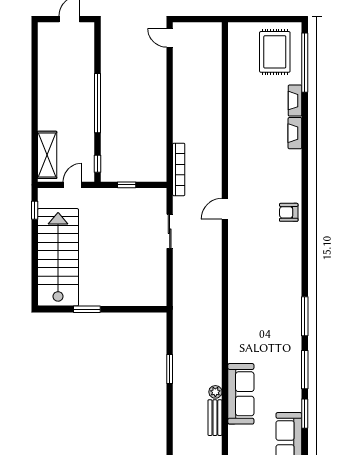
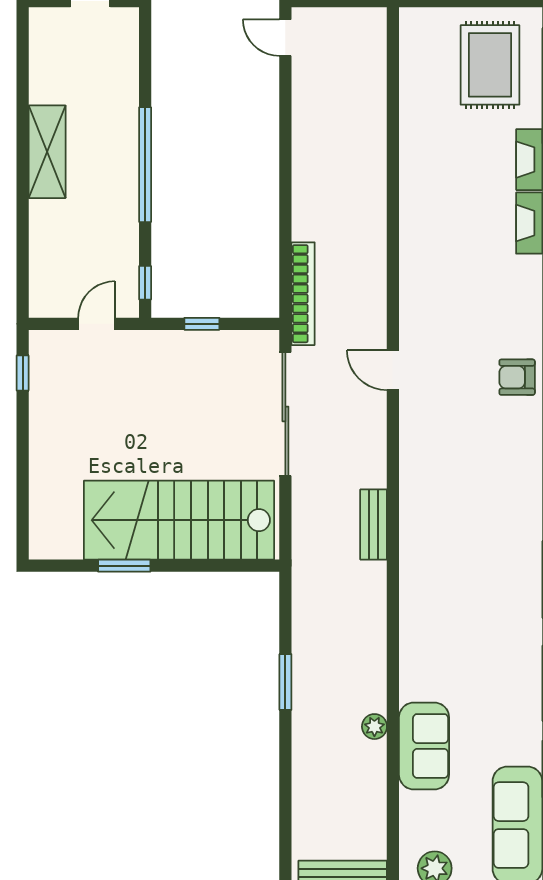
shelving: (47, 155) -> (47, 152), moved
door: (225, 209) -> (393, 370), hinge flipped
sliding door: (170, 231) -> (285, 414), width x1.86
stairs: (58, 257) -> (179, 520), moved, turned -90
sofa: (241, 394) -> (424, 746), width x0.73
bench: (215, 418) -> (374, 524), moved

